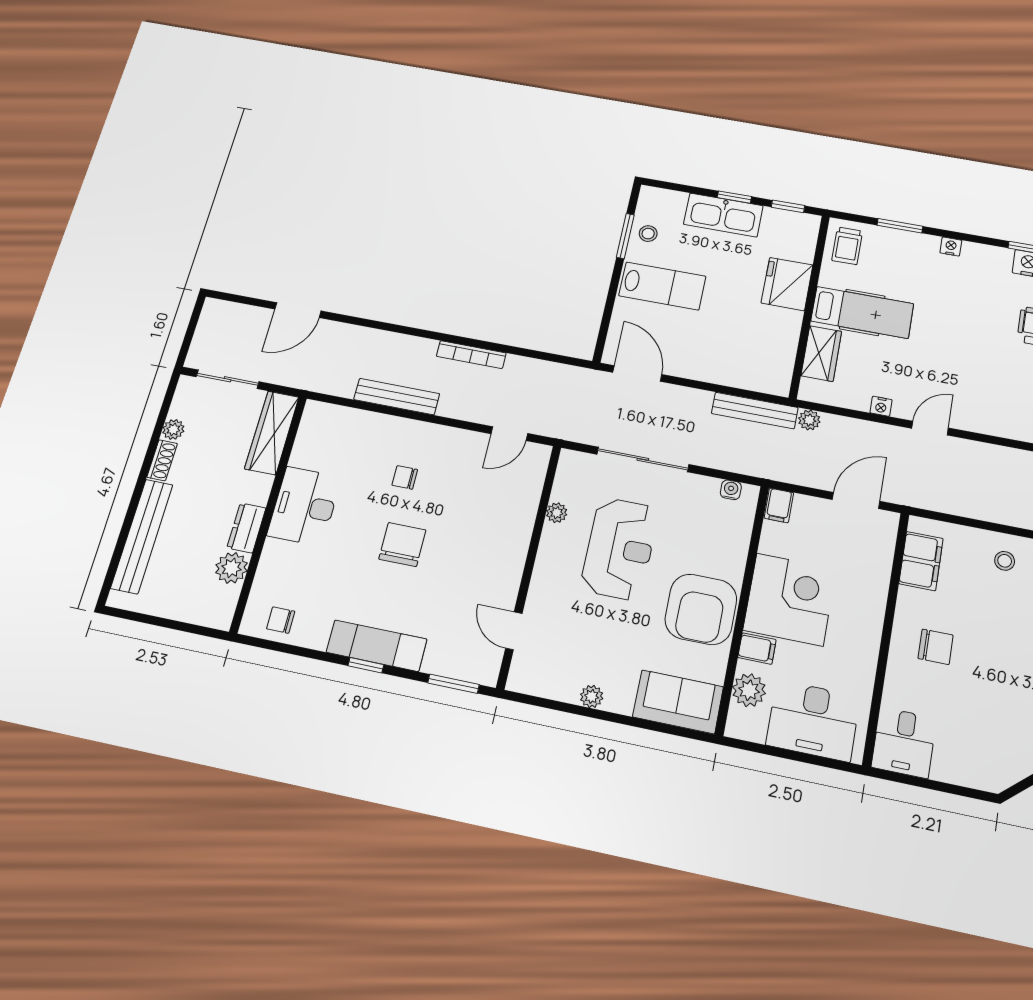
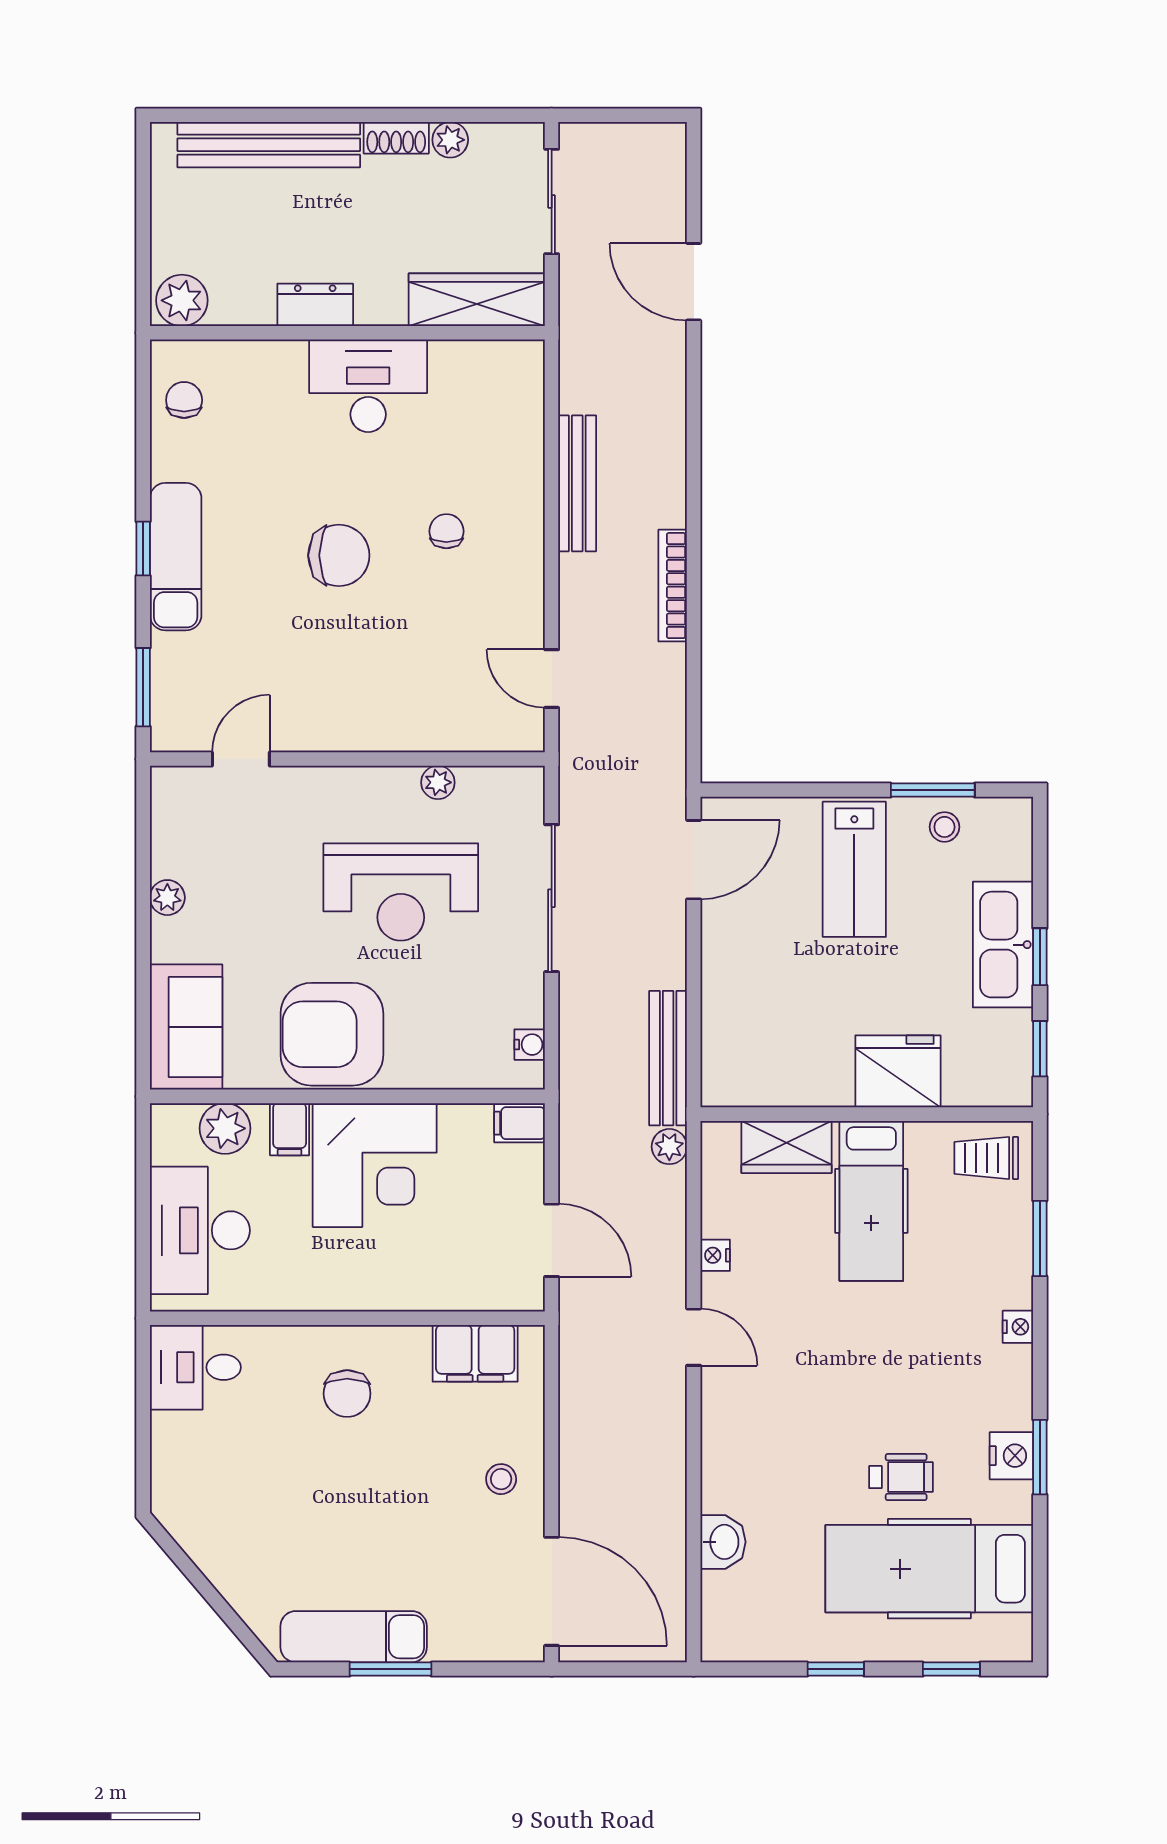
plant: (231, 568) -> (182, 300), moved

